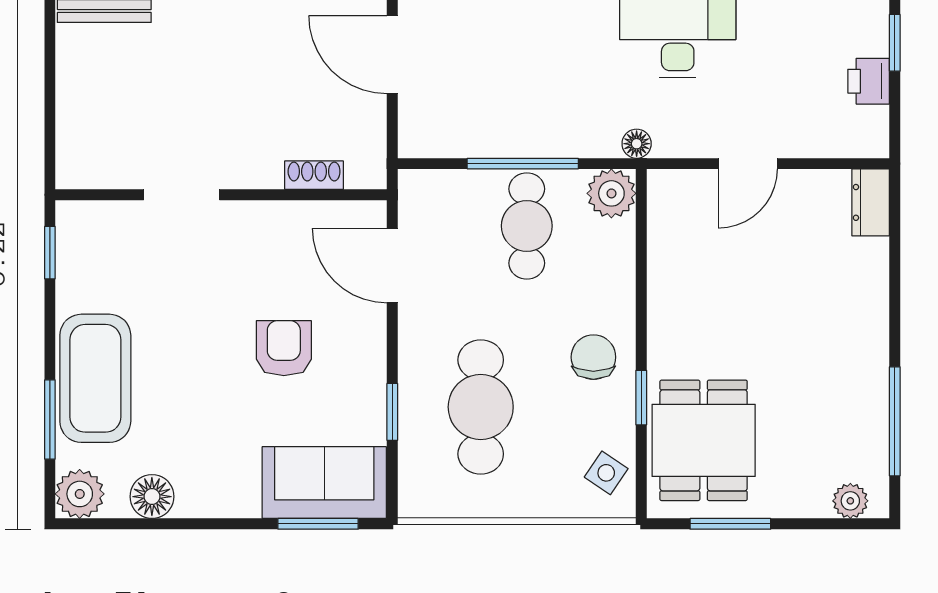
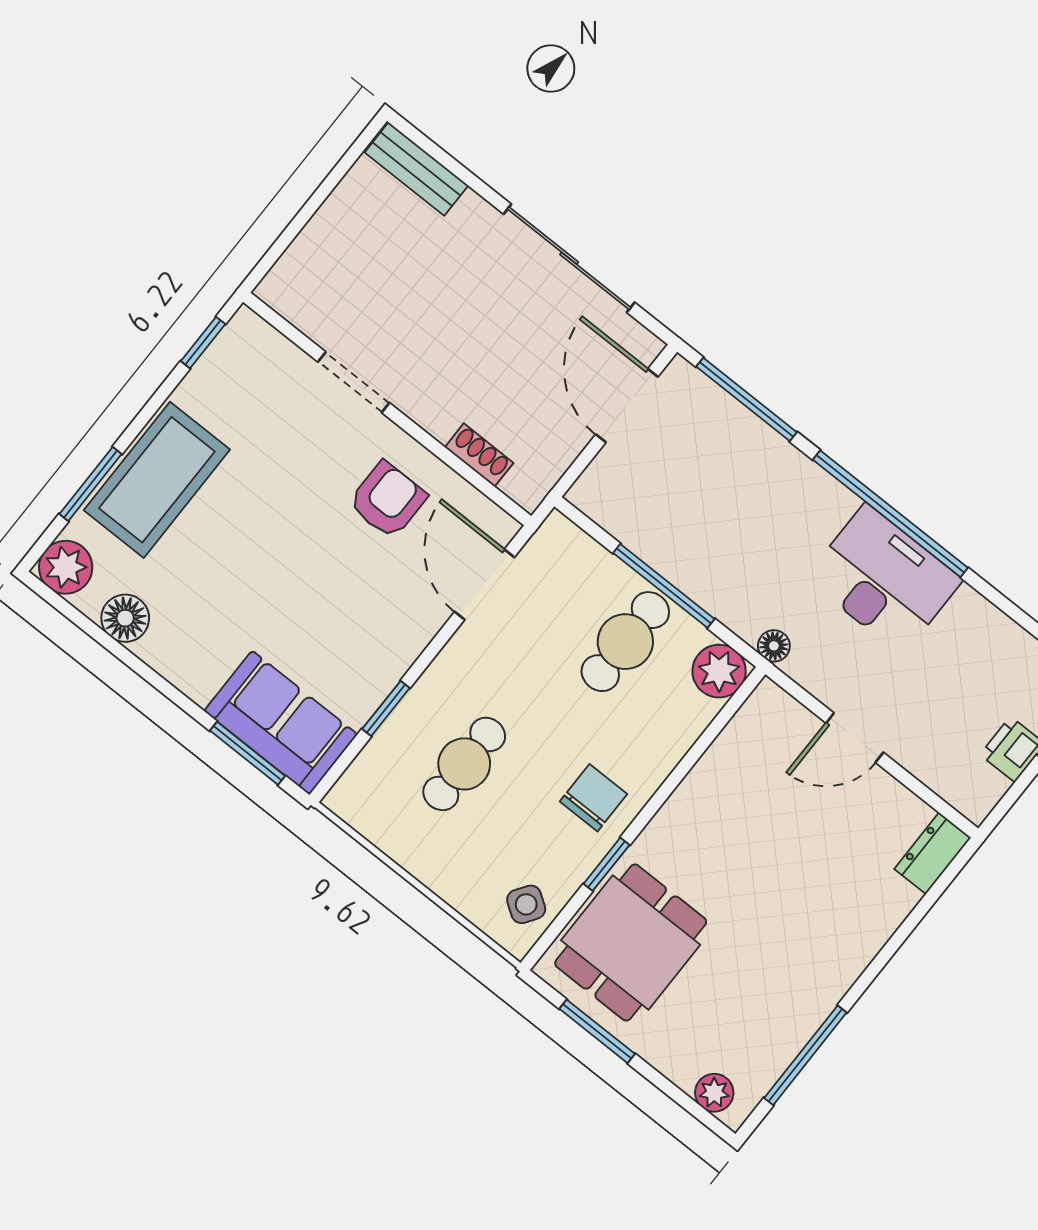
armchair: (284, 348) -> (388, 500), moved
cafe table: (481, 407) -> (464, 764), width x0.73, depth x0.74

